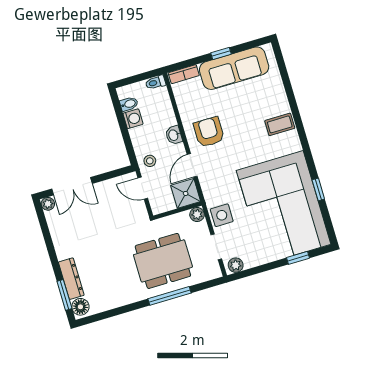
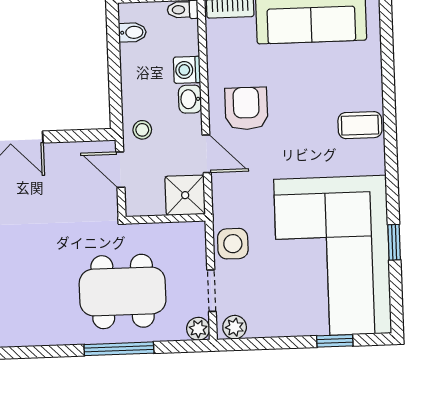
washing machine: (133, 119) -> (187, 70), moved, turned 180
door: (192, 165) -> (207, 154), swing flipped
plant: (197, 214) -> (198, 329), moved

